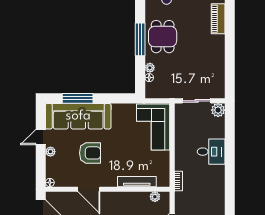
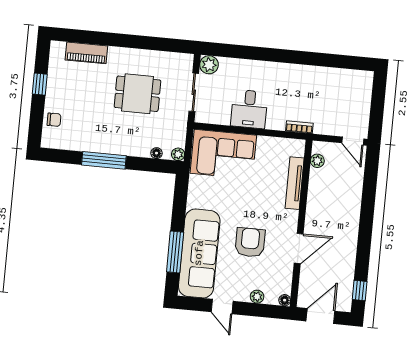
dining table: (163, 37) -> (137, 94), moved
plant: (150, 68) -> (178, 154), moved
plant: (50, 152) -> (257, 297), moved
desk: (211, 152) -> (249, 109), moved, turned 180

